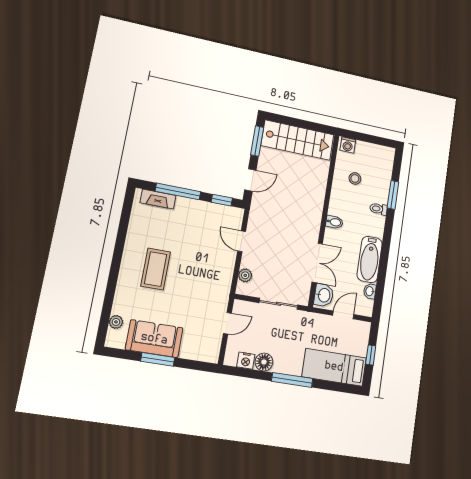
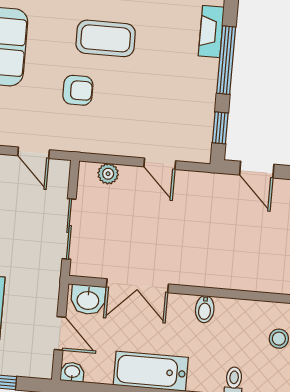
door: (242, 241) -> (160, 164), swing flipped
armchair: (189, 291) -> (78, 90), added
washbasin: (370, 291) -> (72, 372), moved

